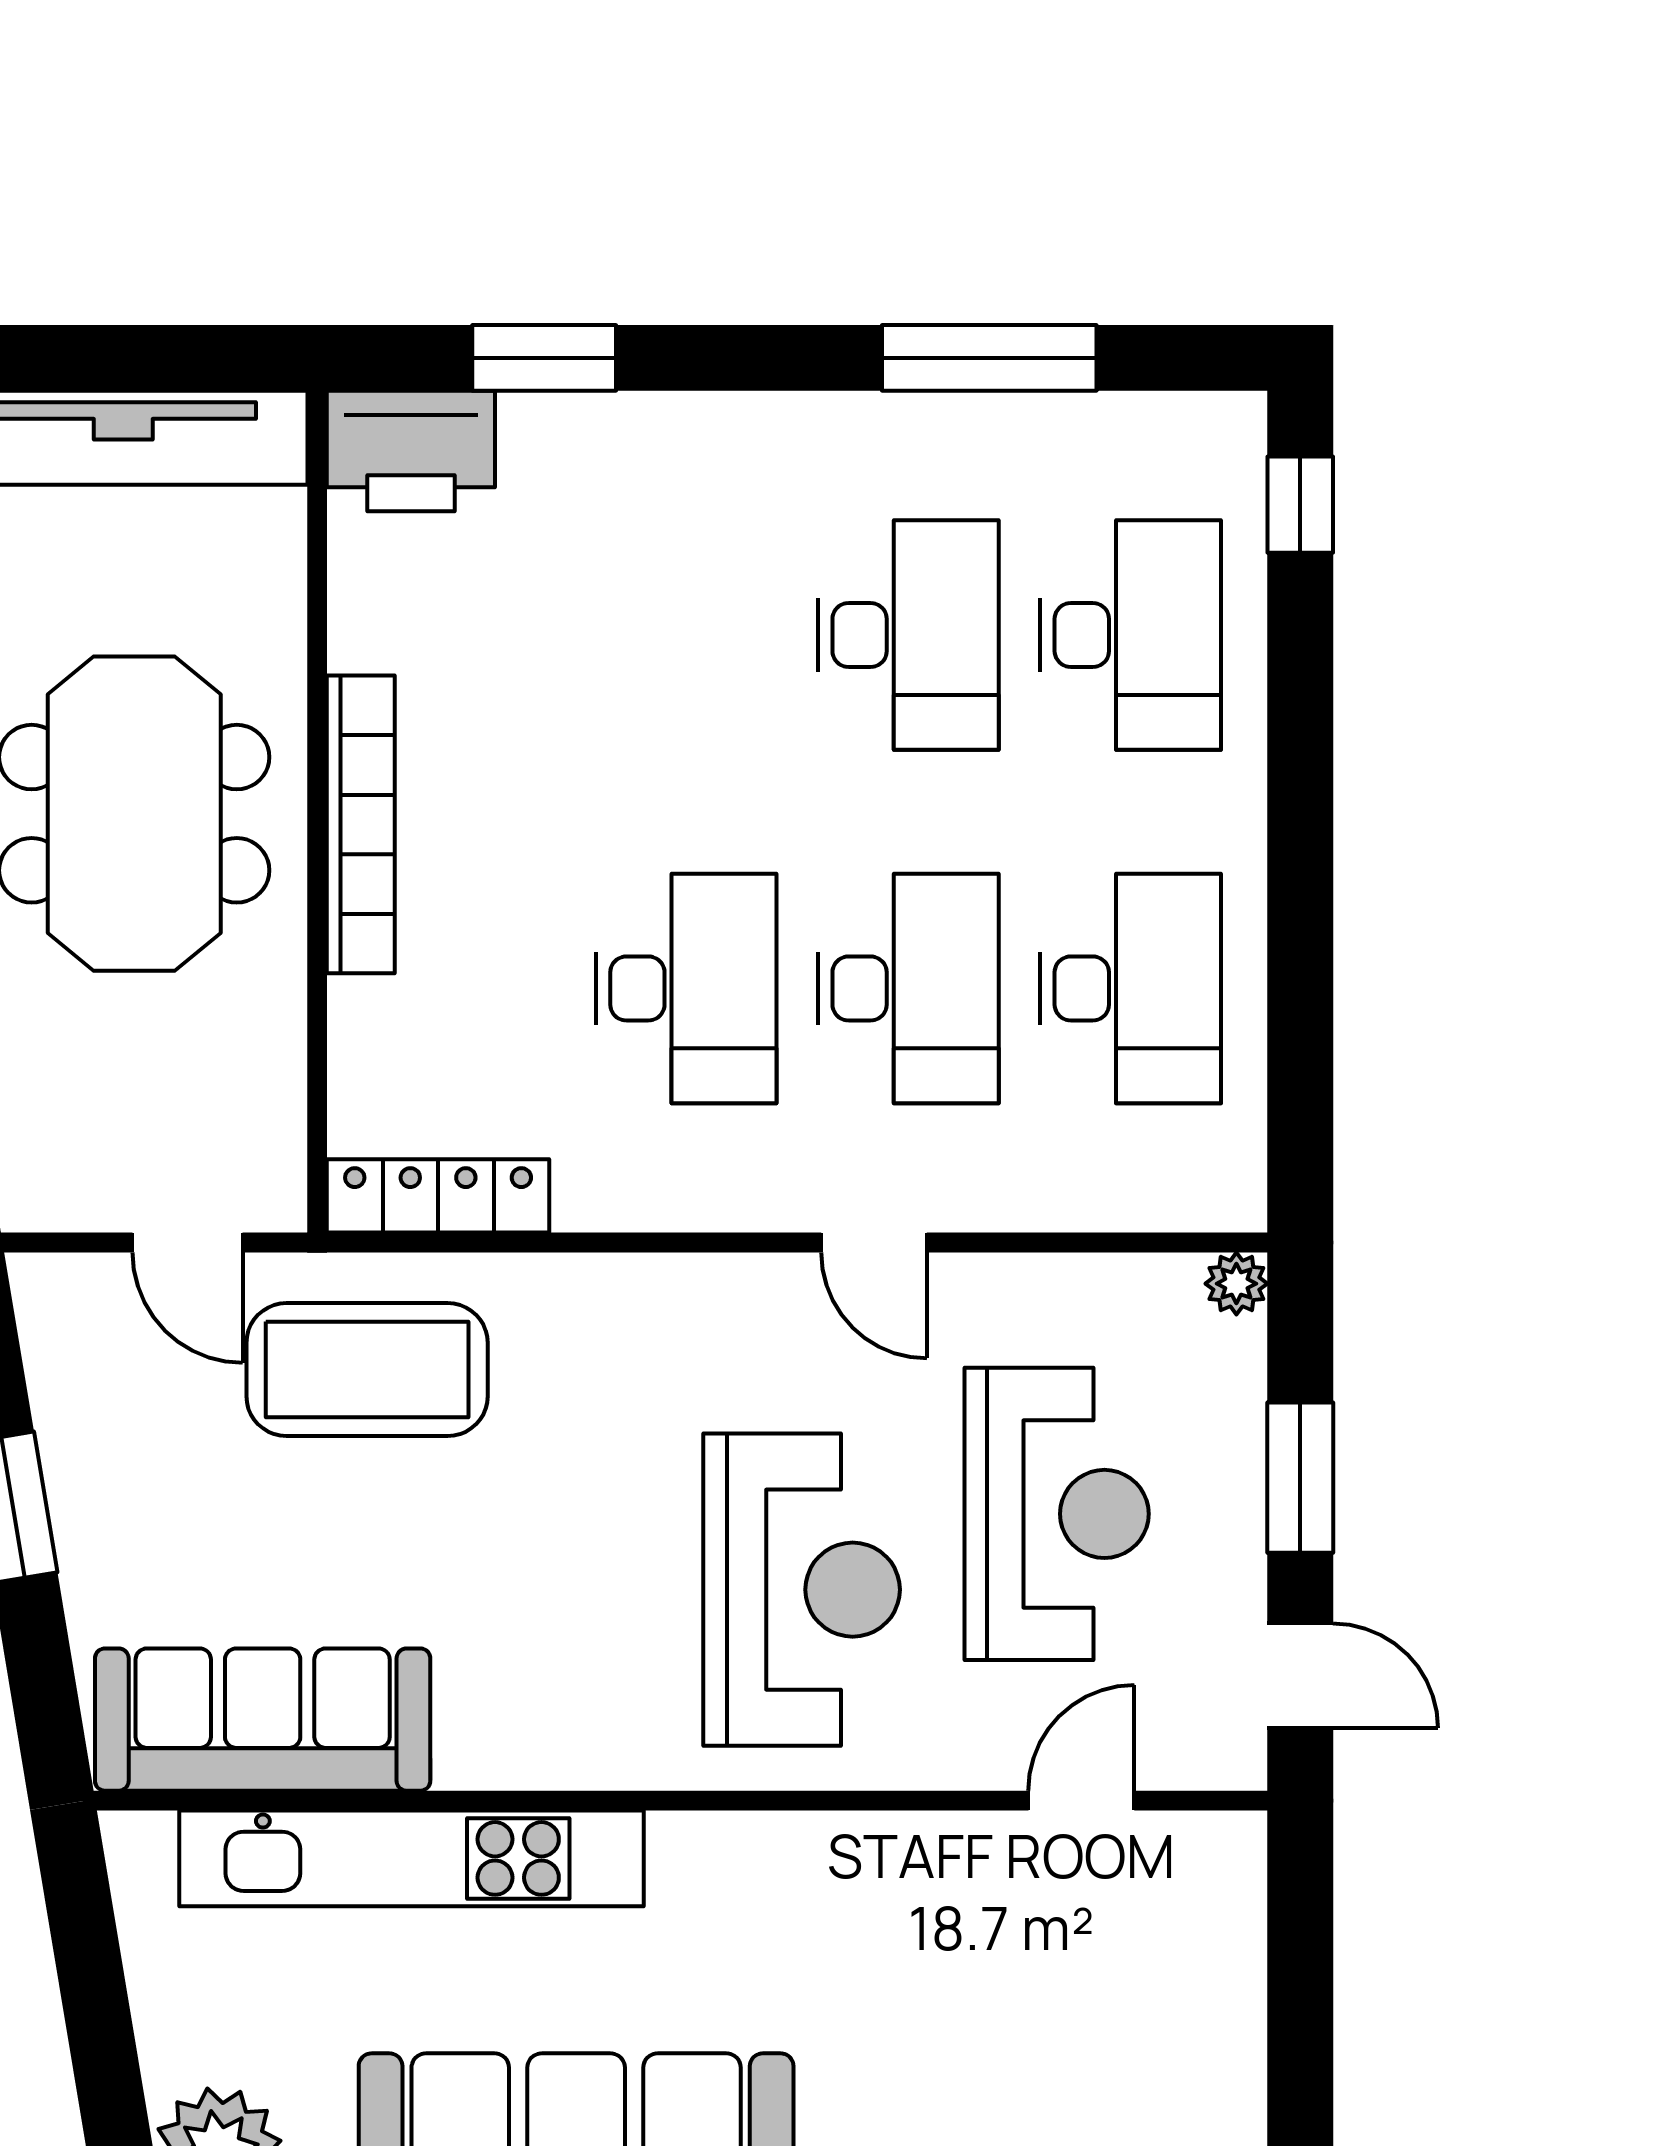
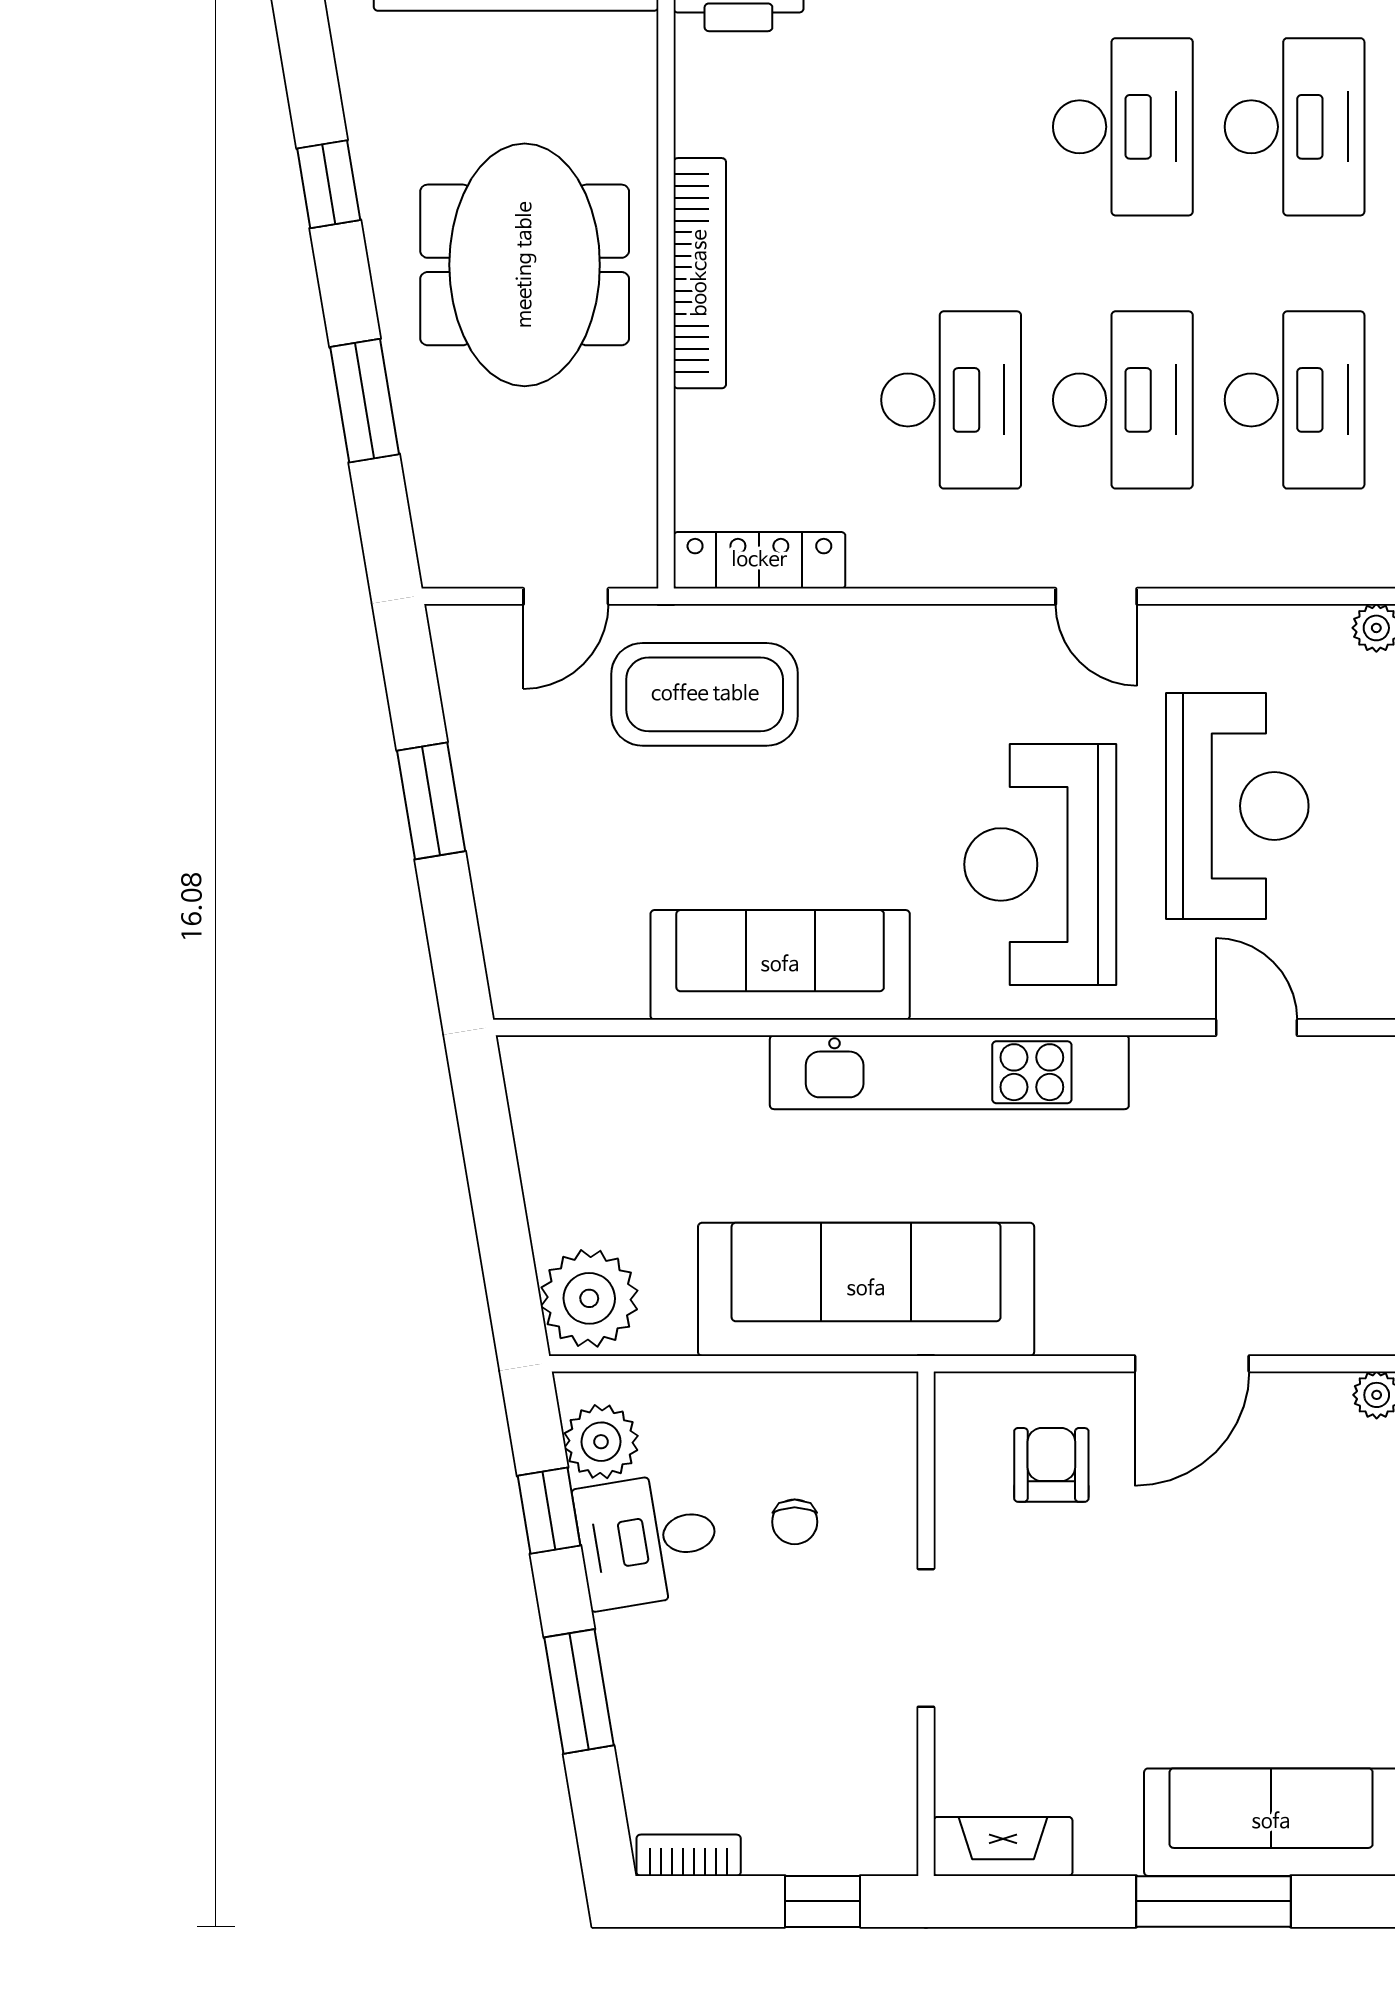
door: (187, 1243) -> (566, 596), hinge flipped
reception desk: (802, 1590) -> (1040, 864), turned 180
sofa: (263, 1720) -> (780, 965), moved
door: (1081, 1801) -> (1256, 1028), hinge flipped
kitchen unit: (411, 1858) -> (949, 1072), moved

